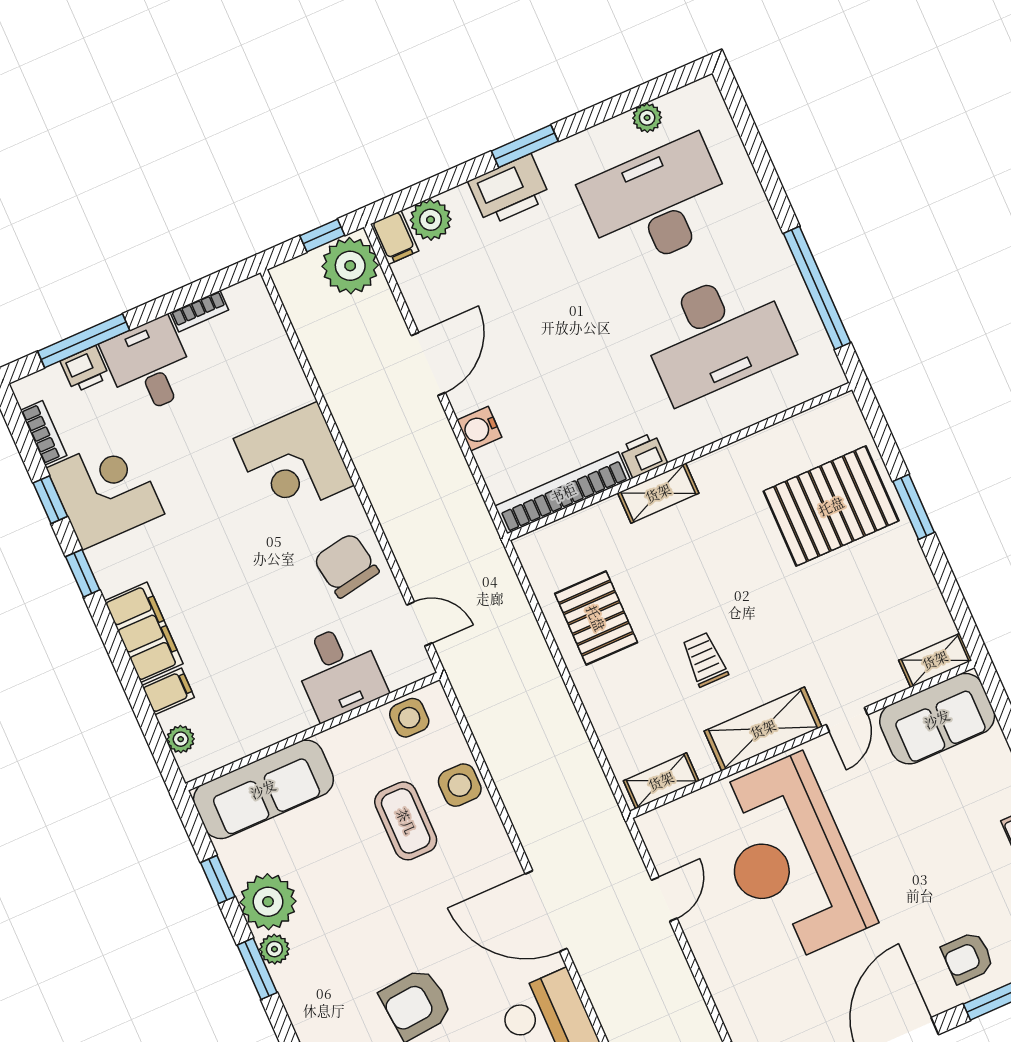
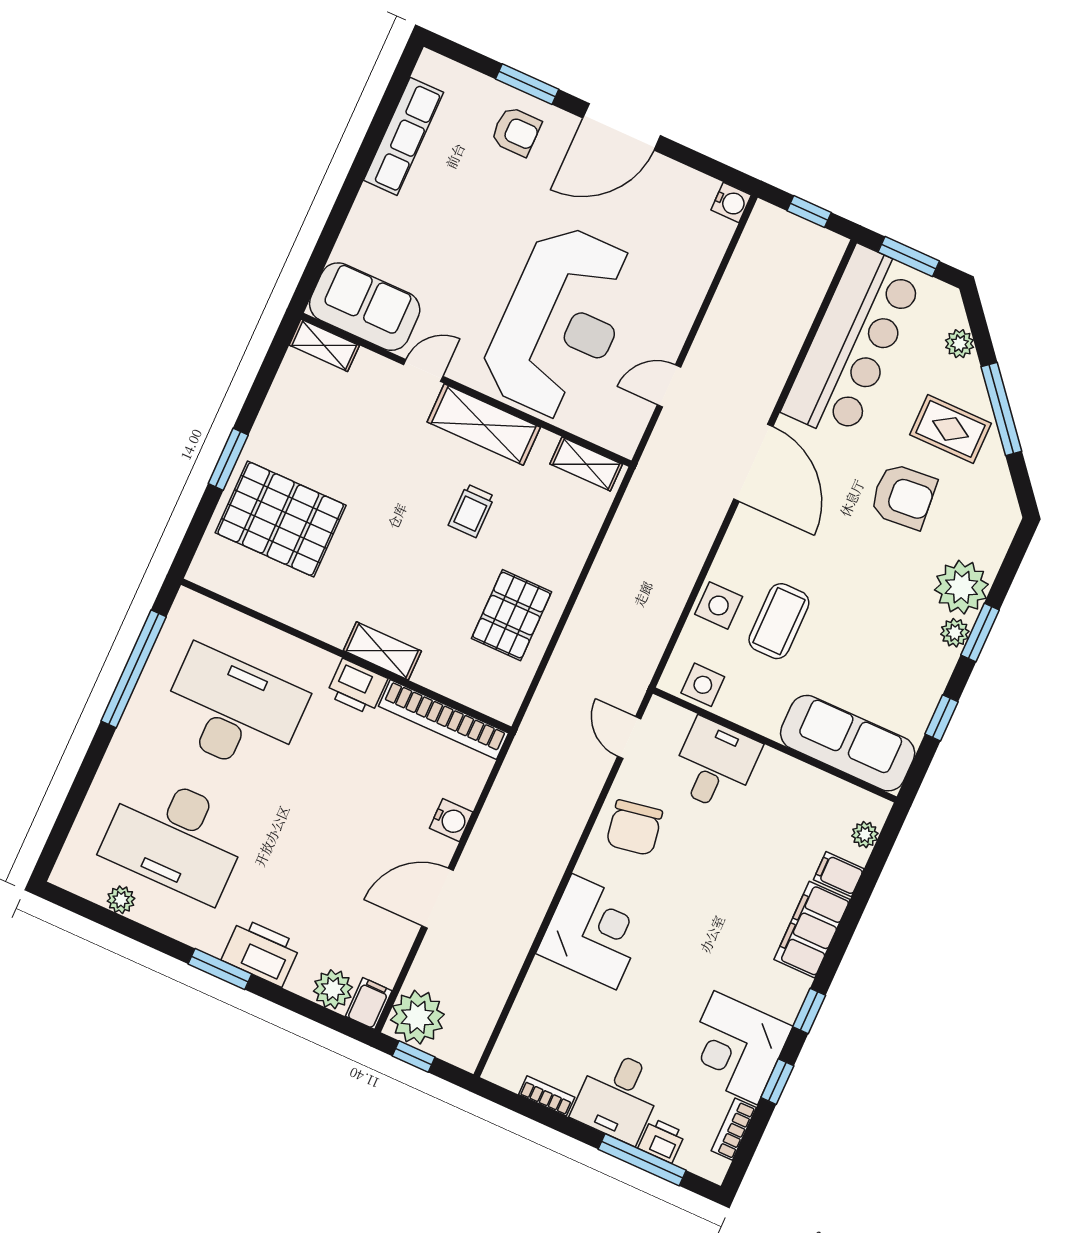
printer: (643, 455) -> (357, 687), width x1.36, depth x1.24
plant: (268, 902) -> (961, 587), moved

